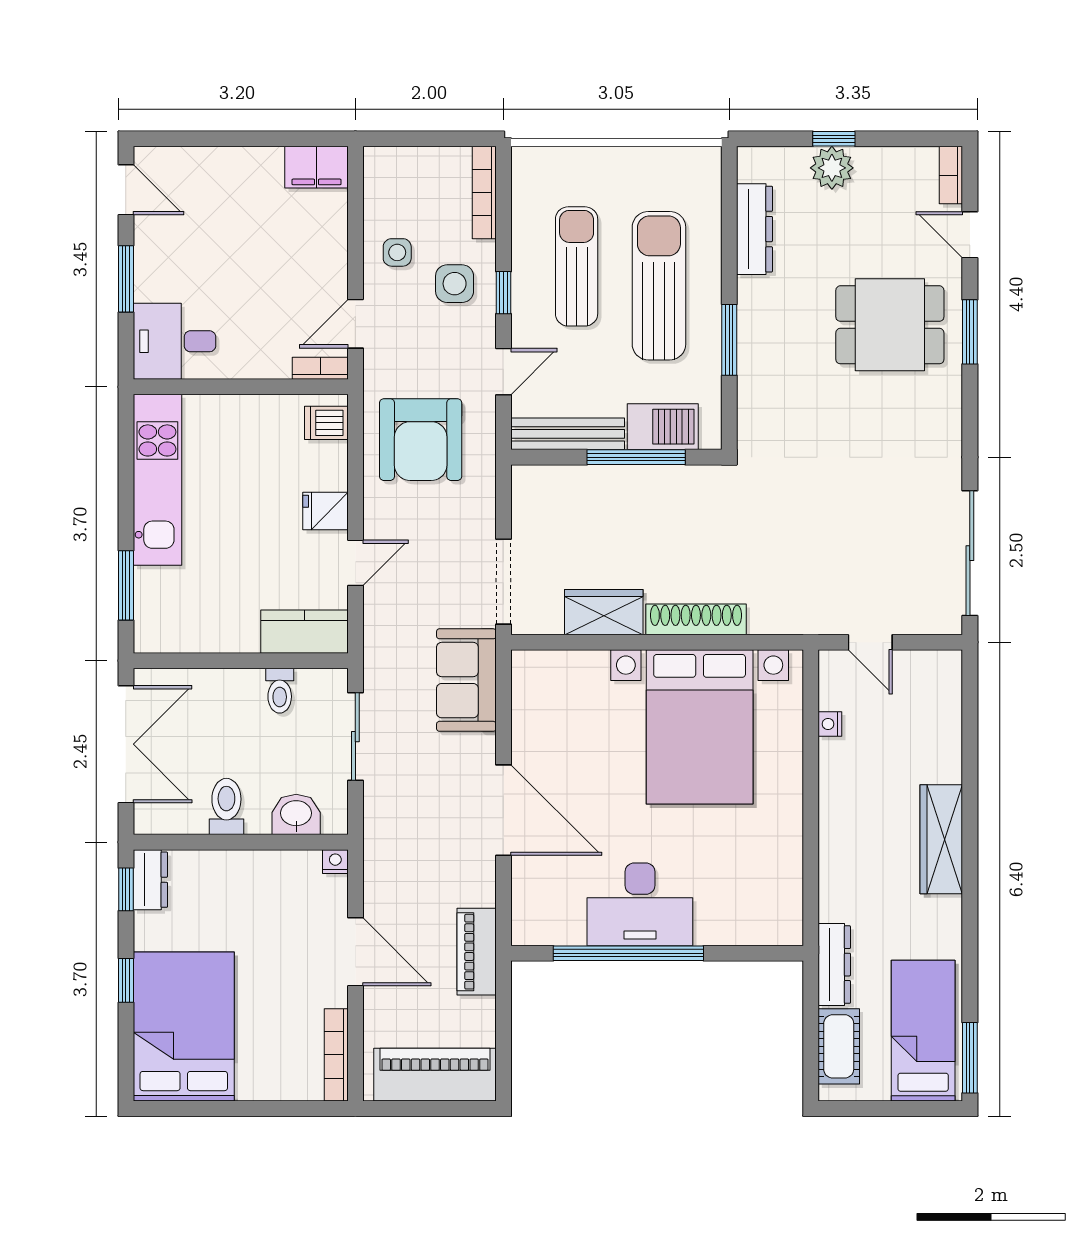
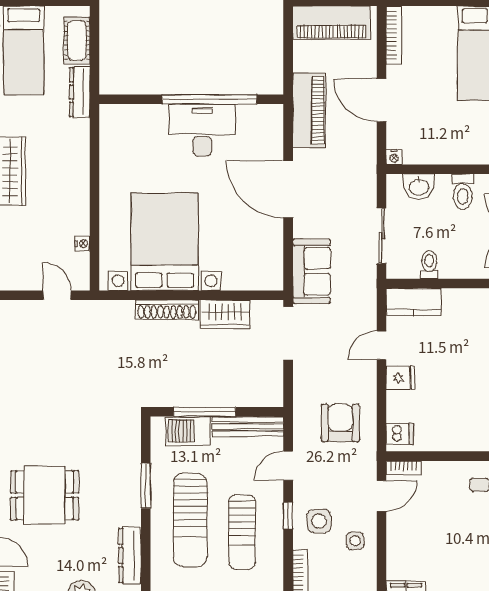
armchair: (421, 440) -> (340, 423), width x0.73, depth x0.73
piano: (477, 952) -> (309, 110), width x1.37, depth x1.33

